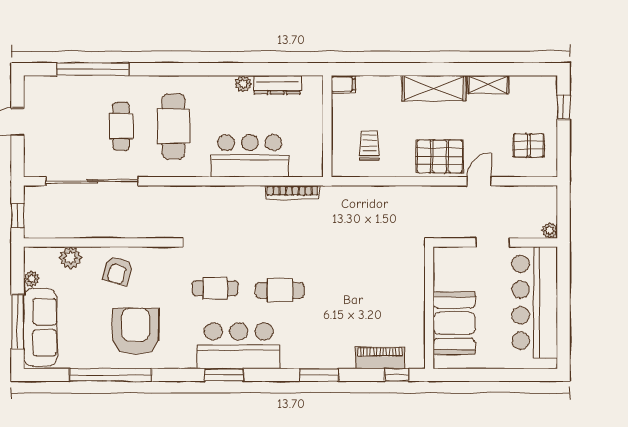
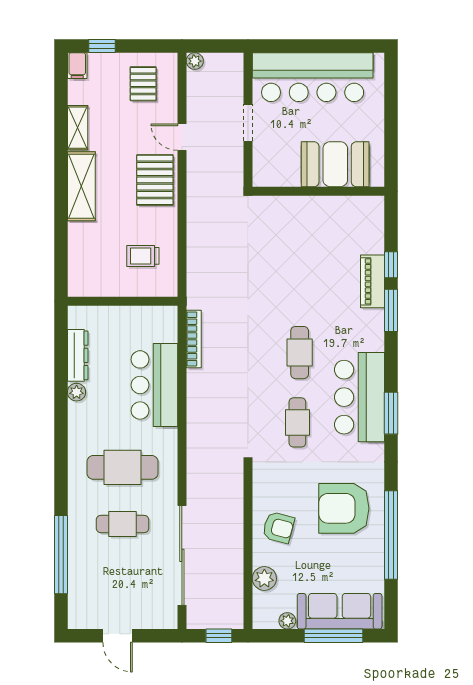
filing cabinet: (343, 84) -> (77, 66), moved, turned 180
plant: (550, 231) -> (195, 61), moved
piano: (380, 358) -> (373, 281), moved
window: (397, 375) -> (391, 265), moved

